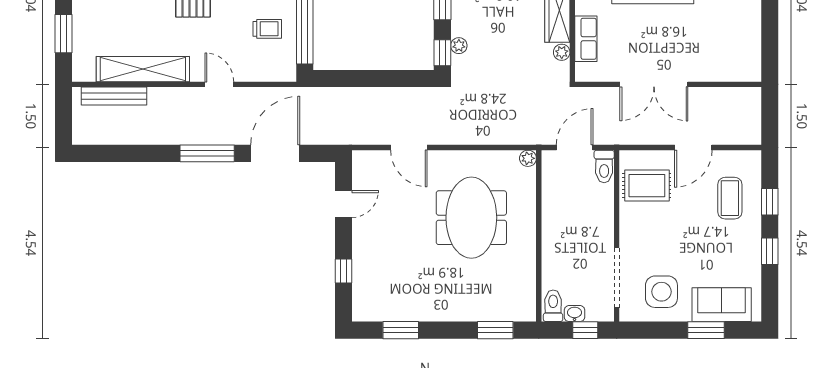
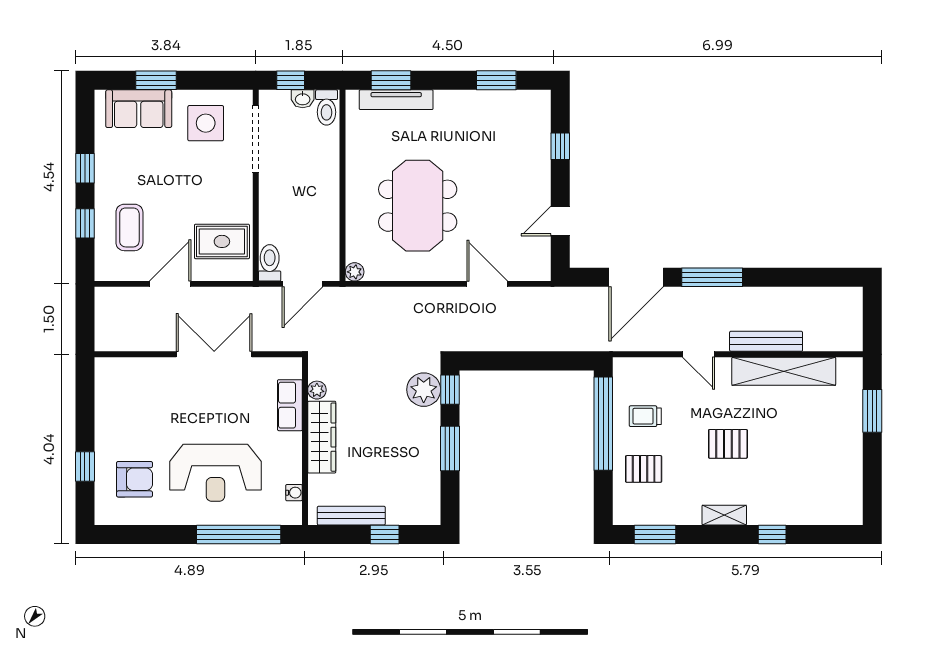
plant: (459, 46) -> (424, 390), width x1.87, depth x1.87
bench: (114, 96) -> (766, 341), moved
tv unit: (491, 313) -> (396, 100), added

